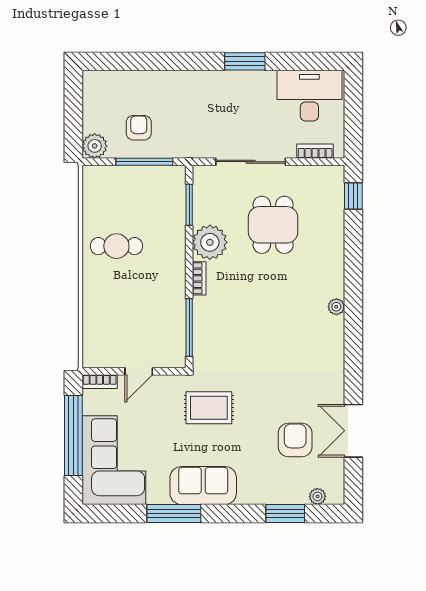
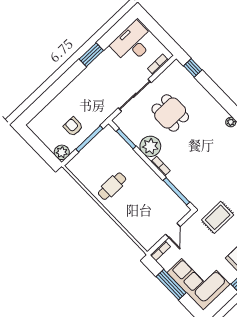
window: (73, 435) -> (171, 285), width x0.68

